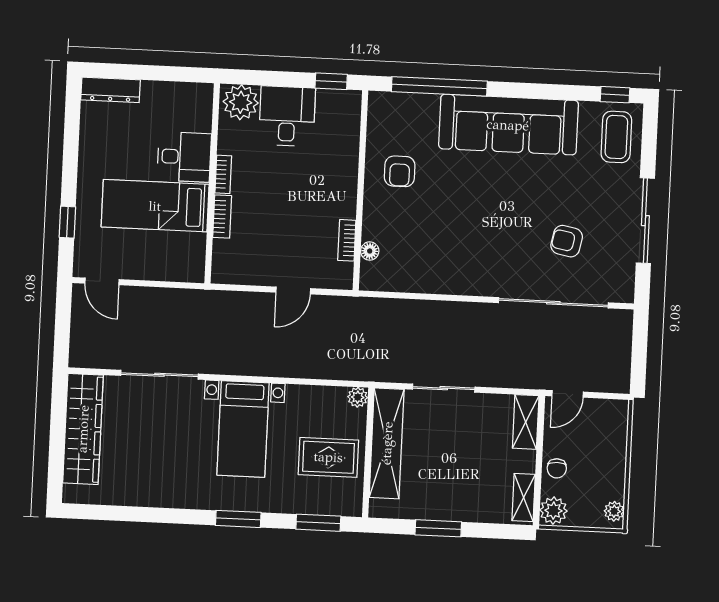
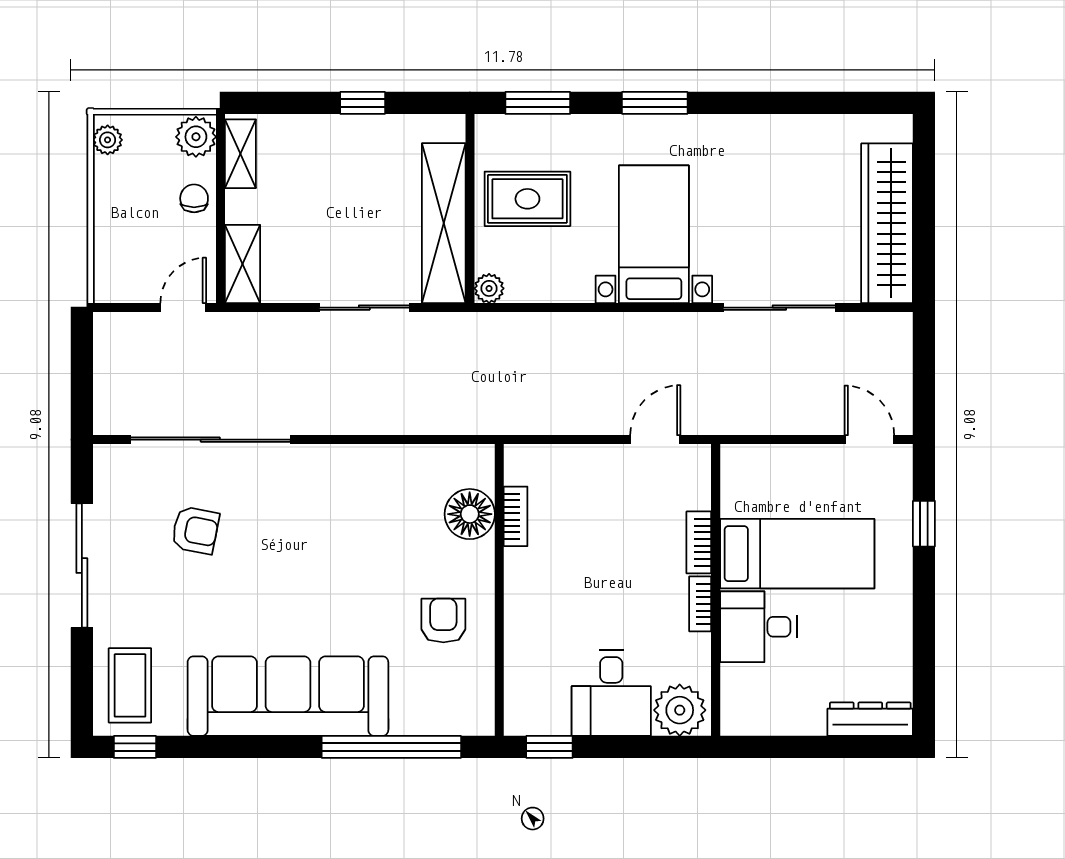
floor lamp: (370, 251) -> (470, 514), width x1.89, depth x1.89
door: (293, 290) -> (655, 440), moved
window: (438, 528) -> (363, 103), width x0.67

